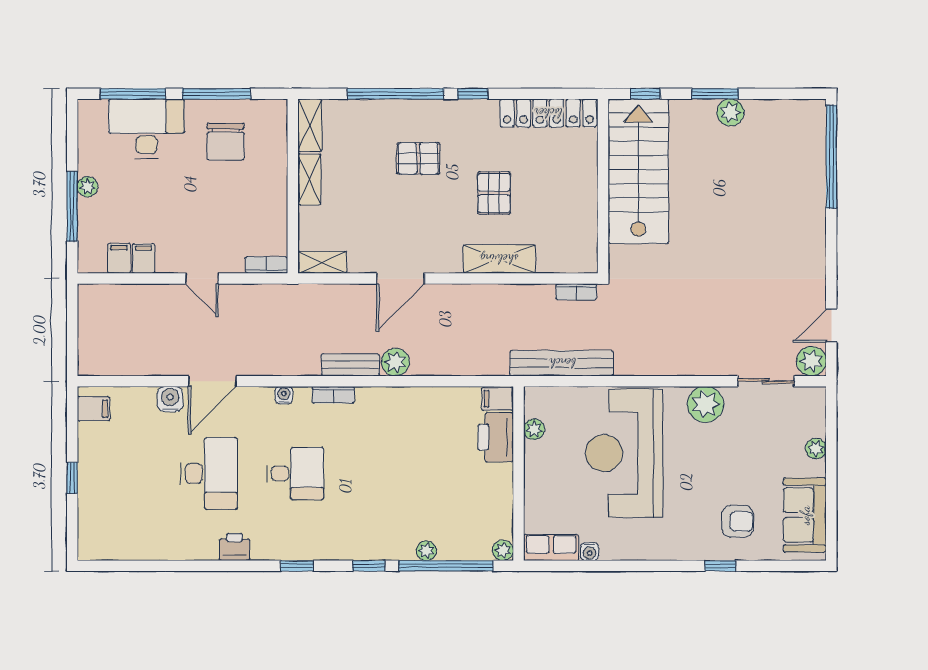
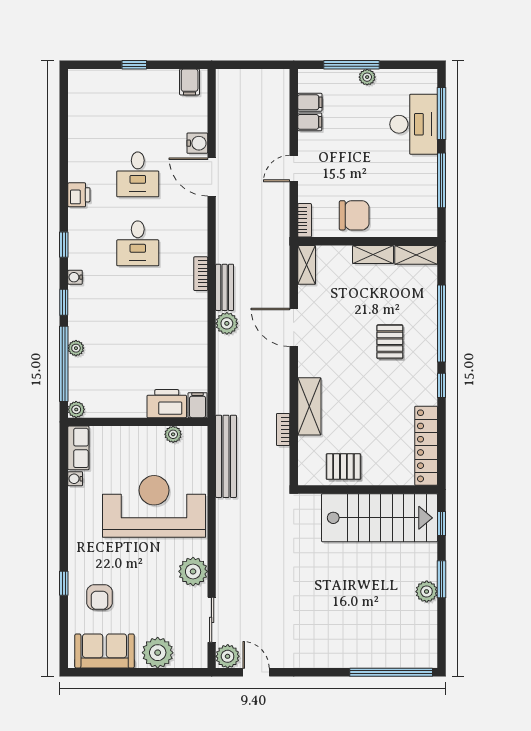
chair: (226, 142) -> (354, 215), moved, turned 180
pallet: (494, 193) -> (343, 467), moved
bookcase: (576, 292) -> (283, 430), moved
water cooler: (284, 395) -> (75, 277), moved, turned 180
plant: (816, 449) -> (158, 653), width x1.88, depth x1.88
desk: (209, 473) -> (138, 174), width x0.73

